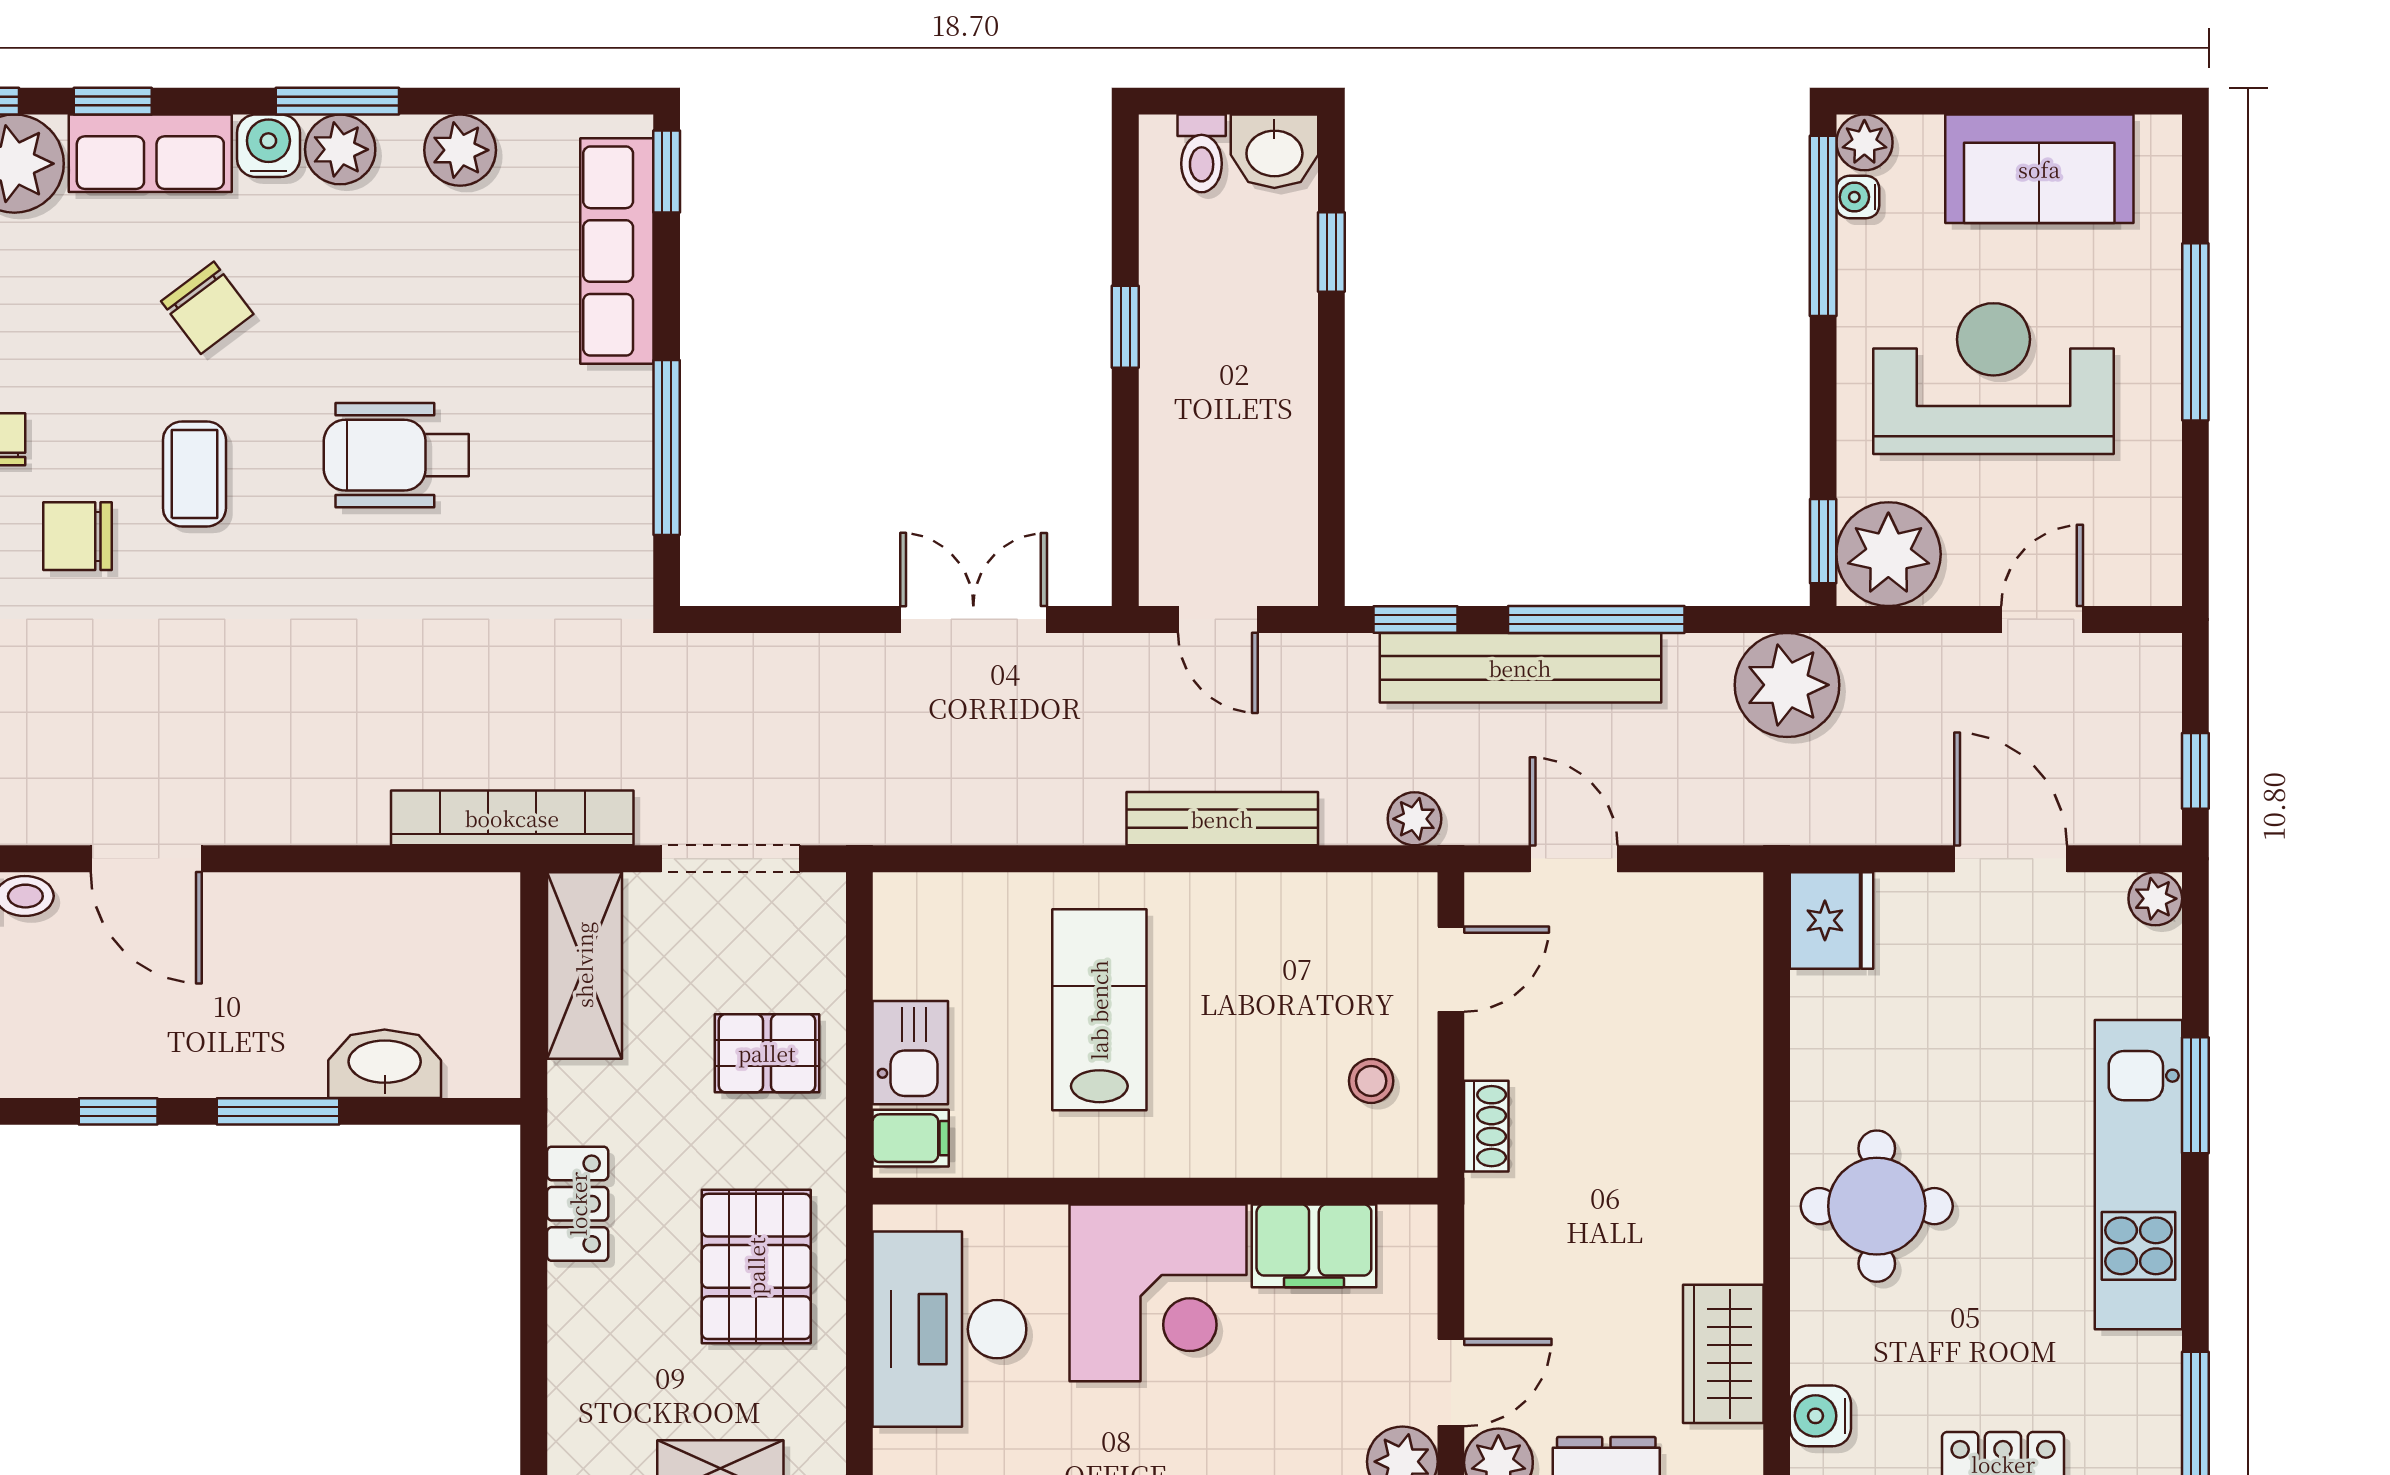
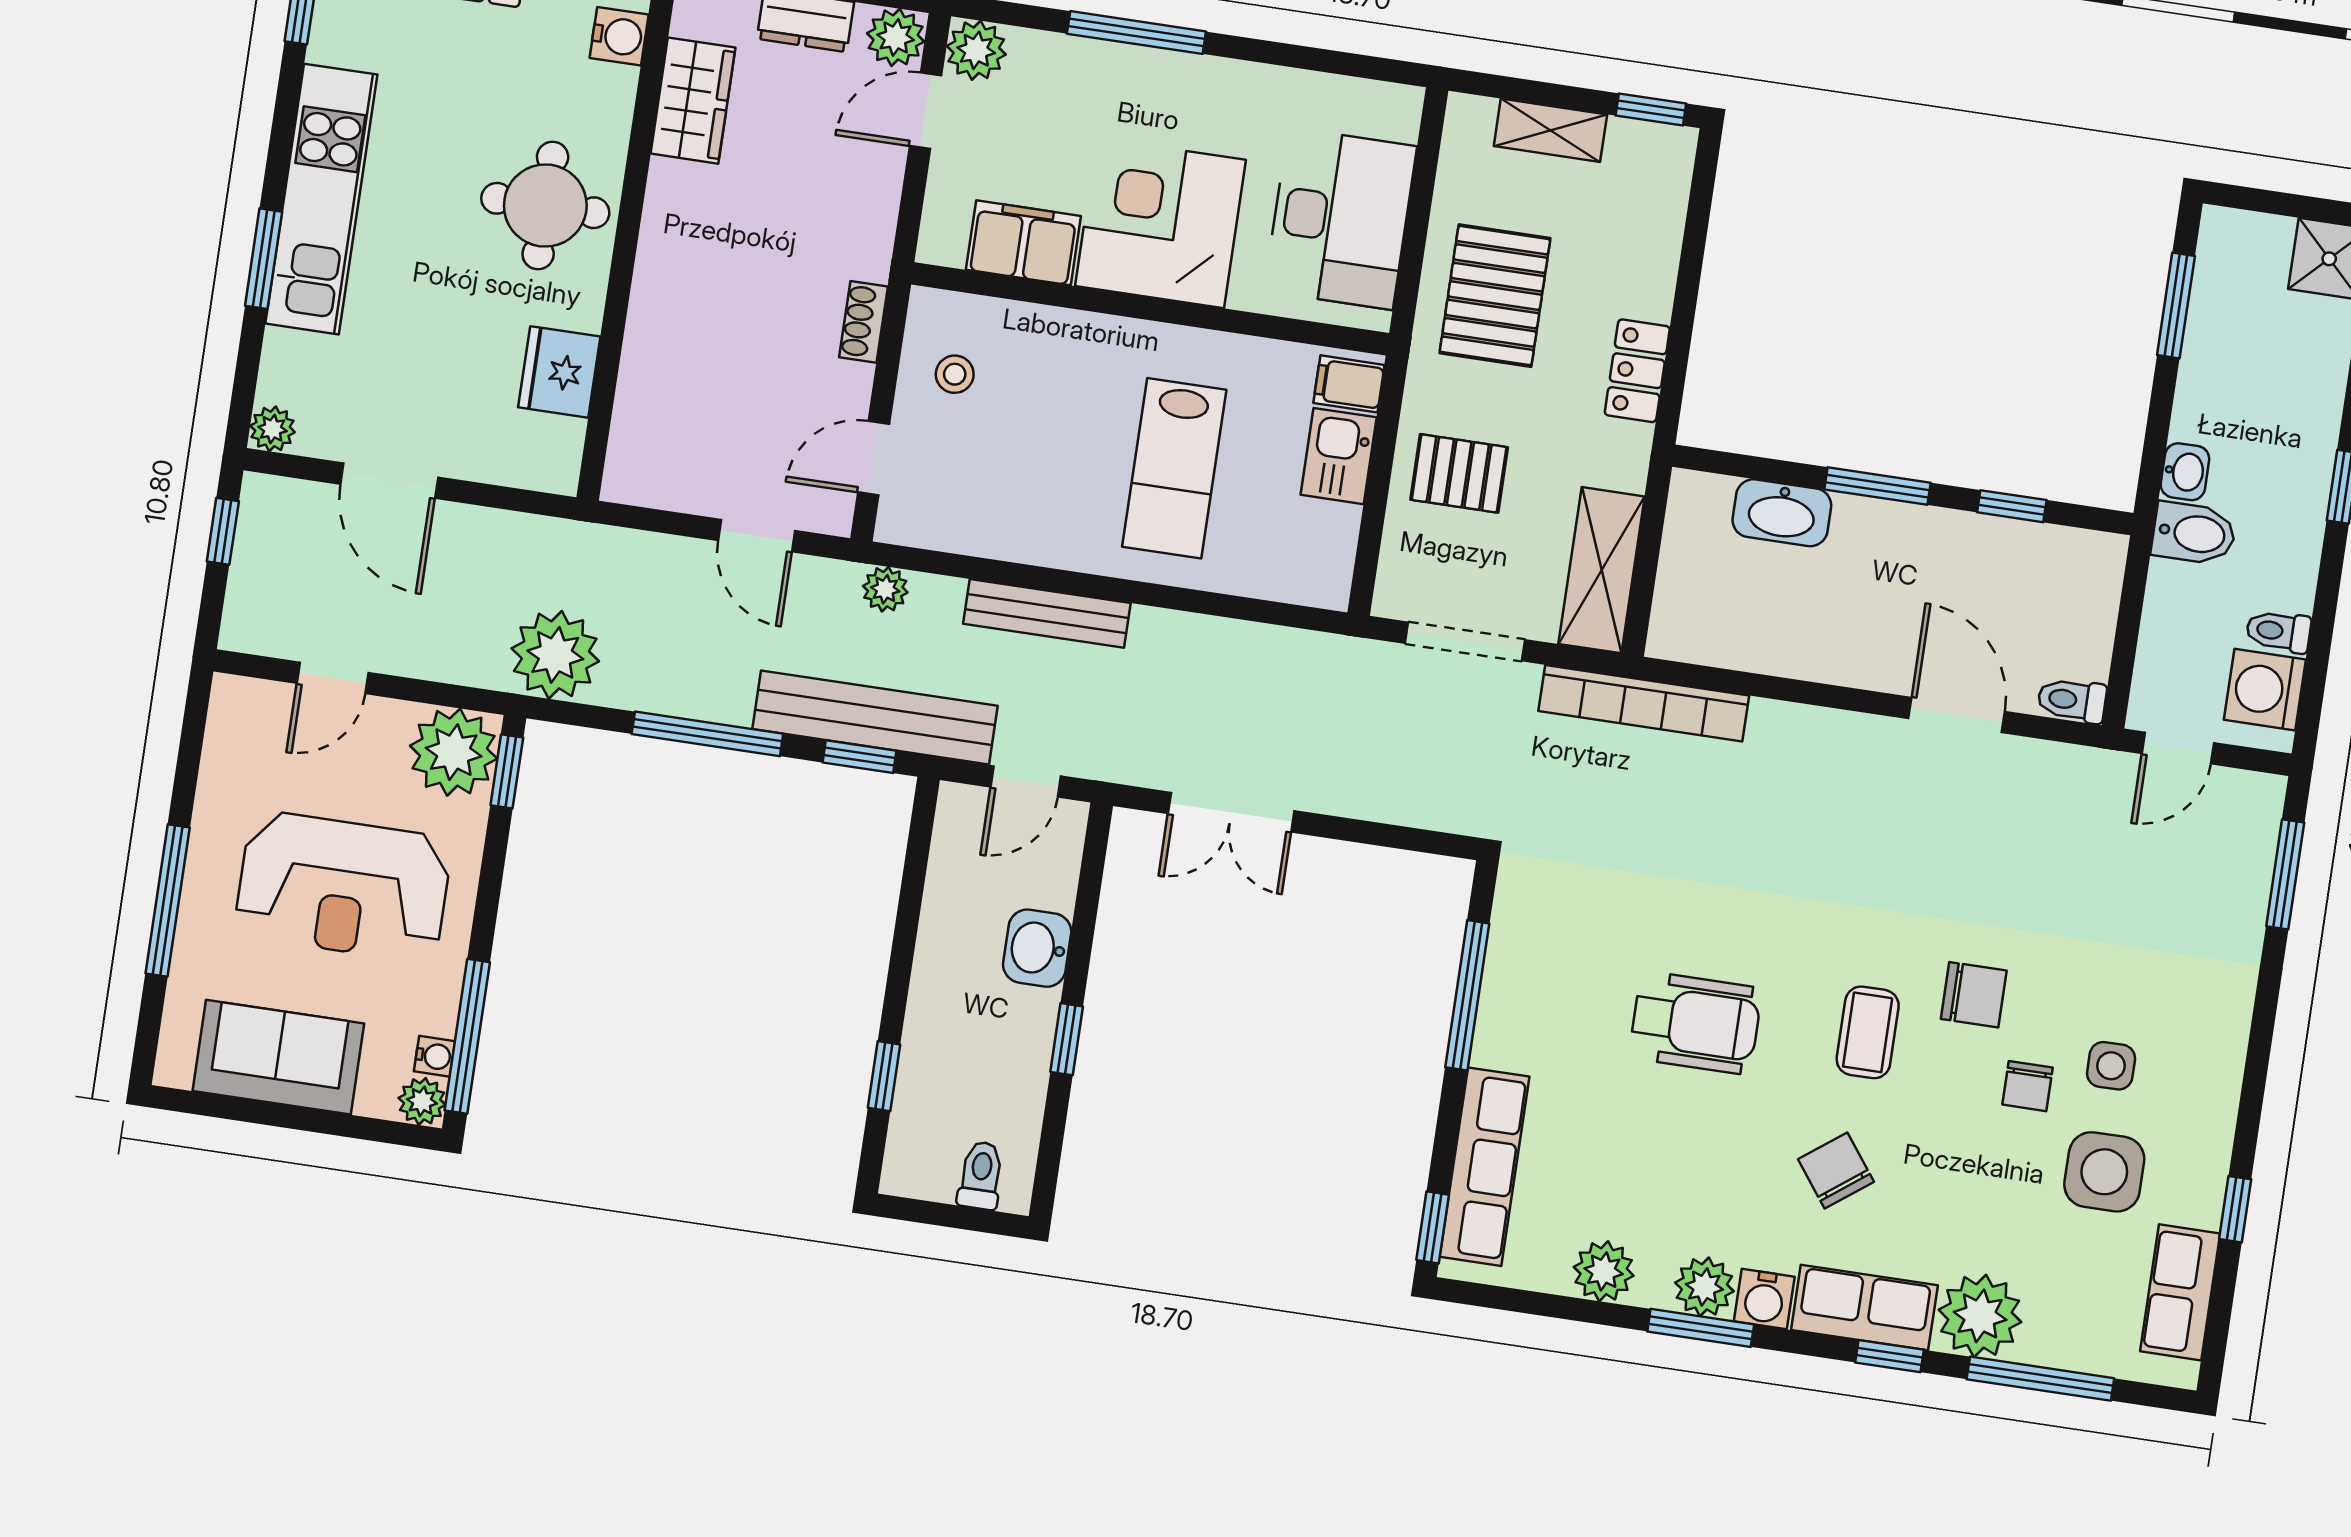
washbasin: (1274, 151) -> (1037, 948), moved, turned -90
door: (1218, 619) -> (1026, 781), swing flipped
bench: (1520, 668) -> (875, 717), moved
fridge: (1832, 920) -> (559, 372), moved

